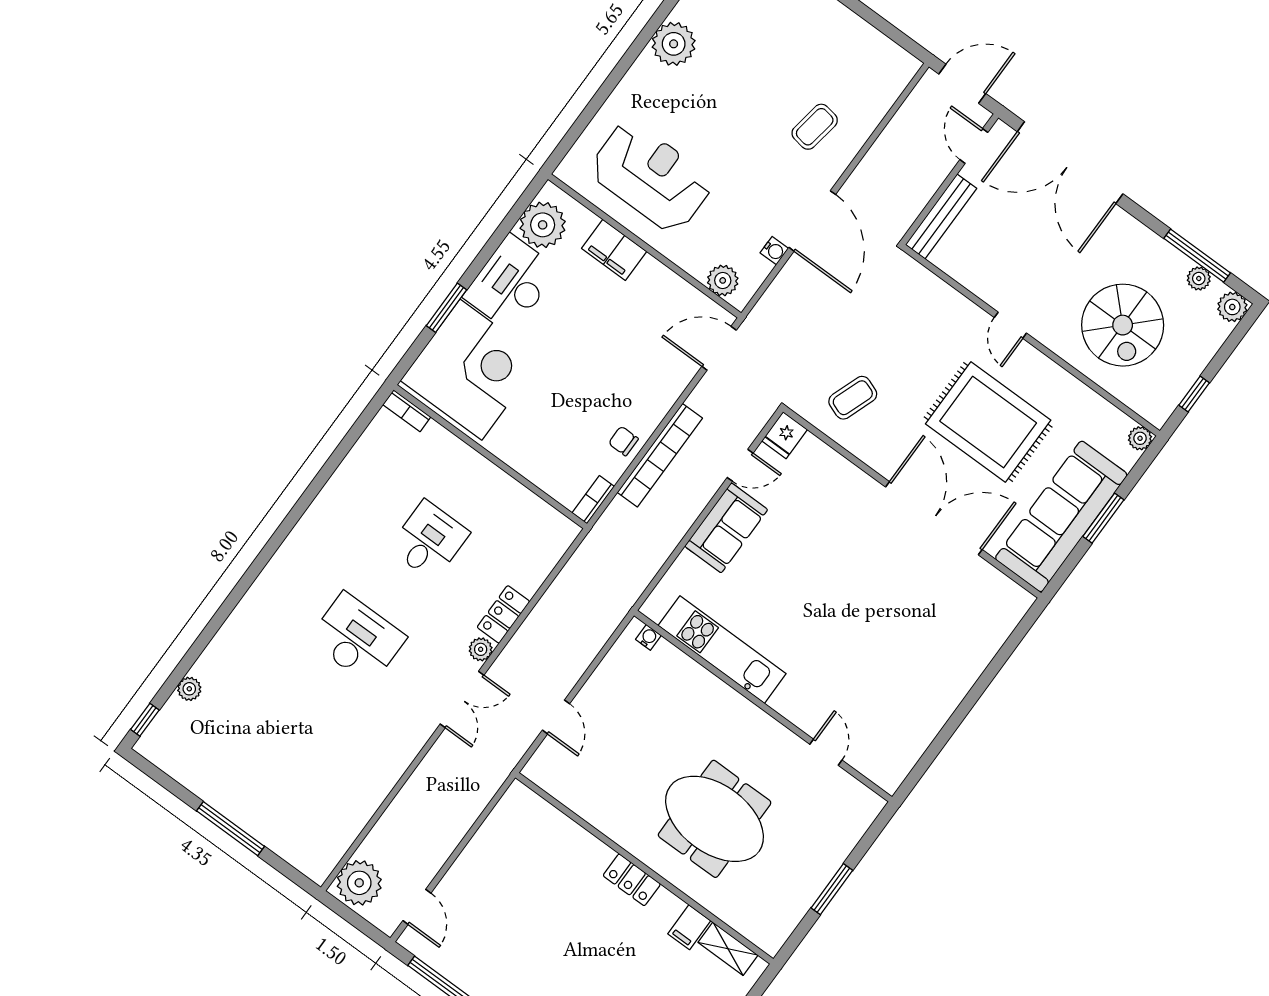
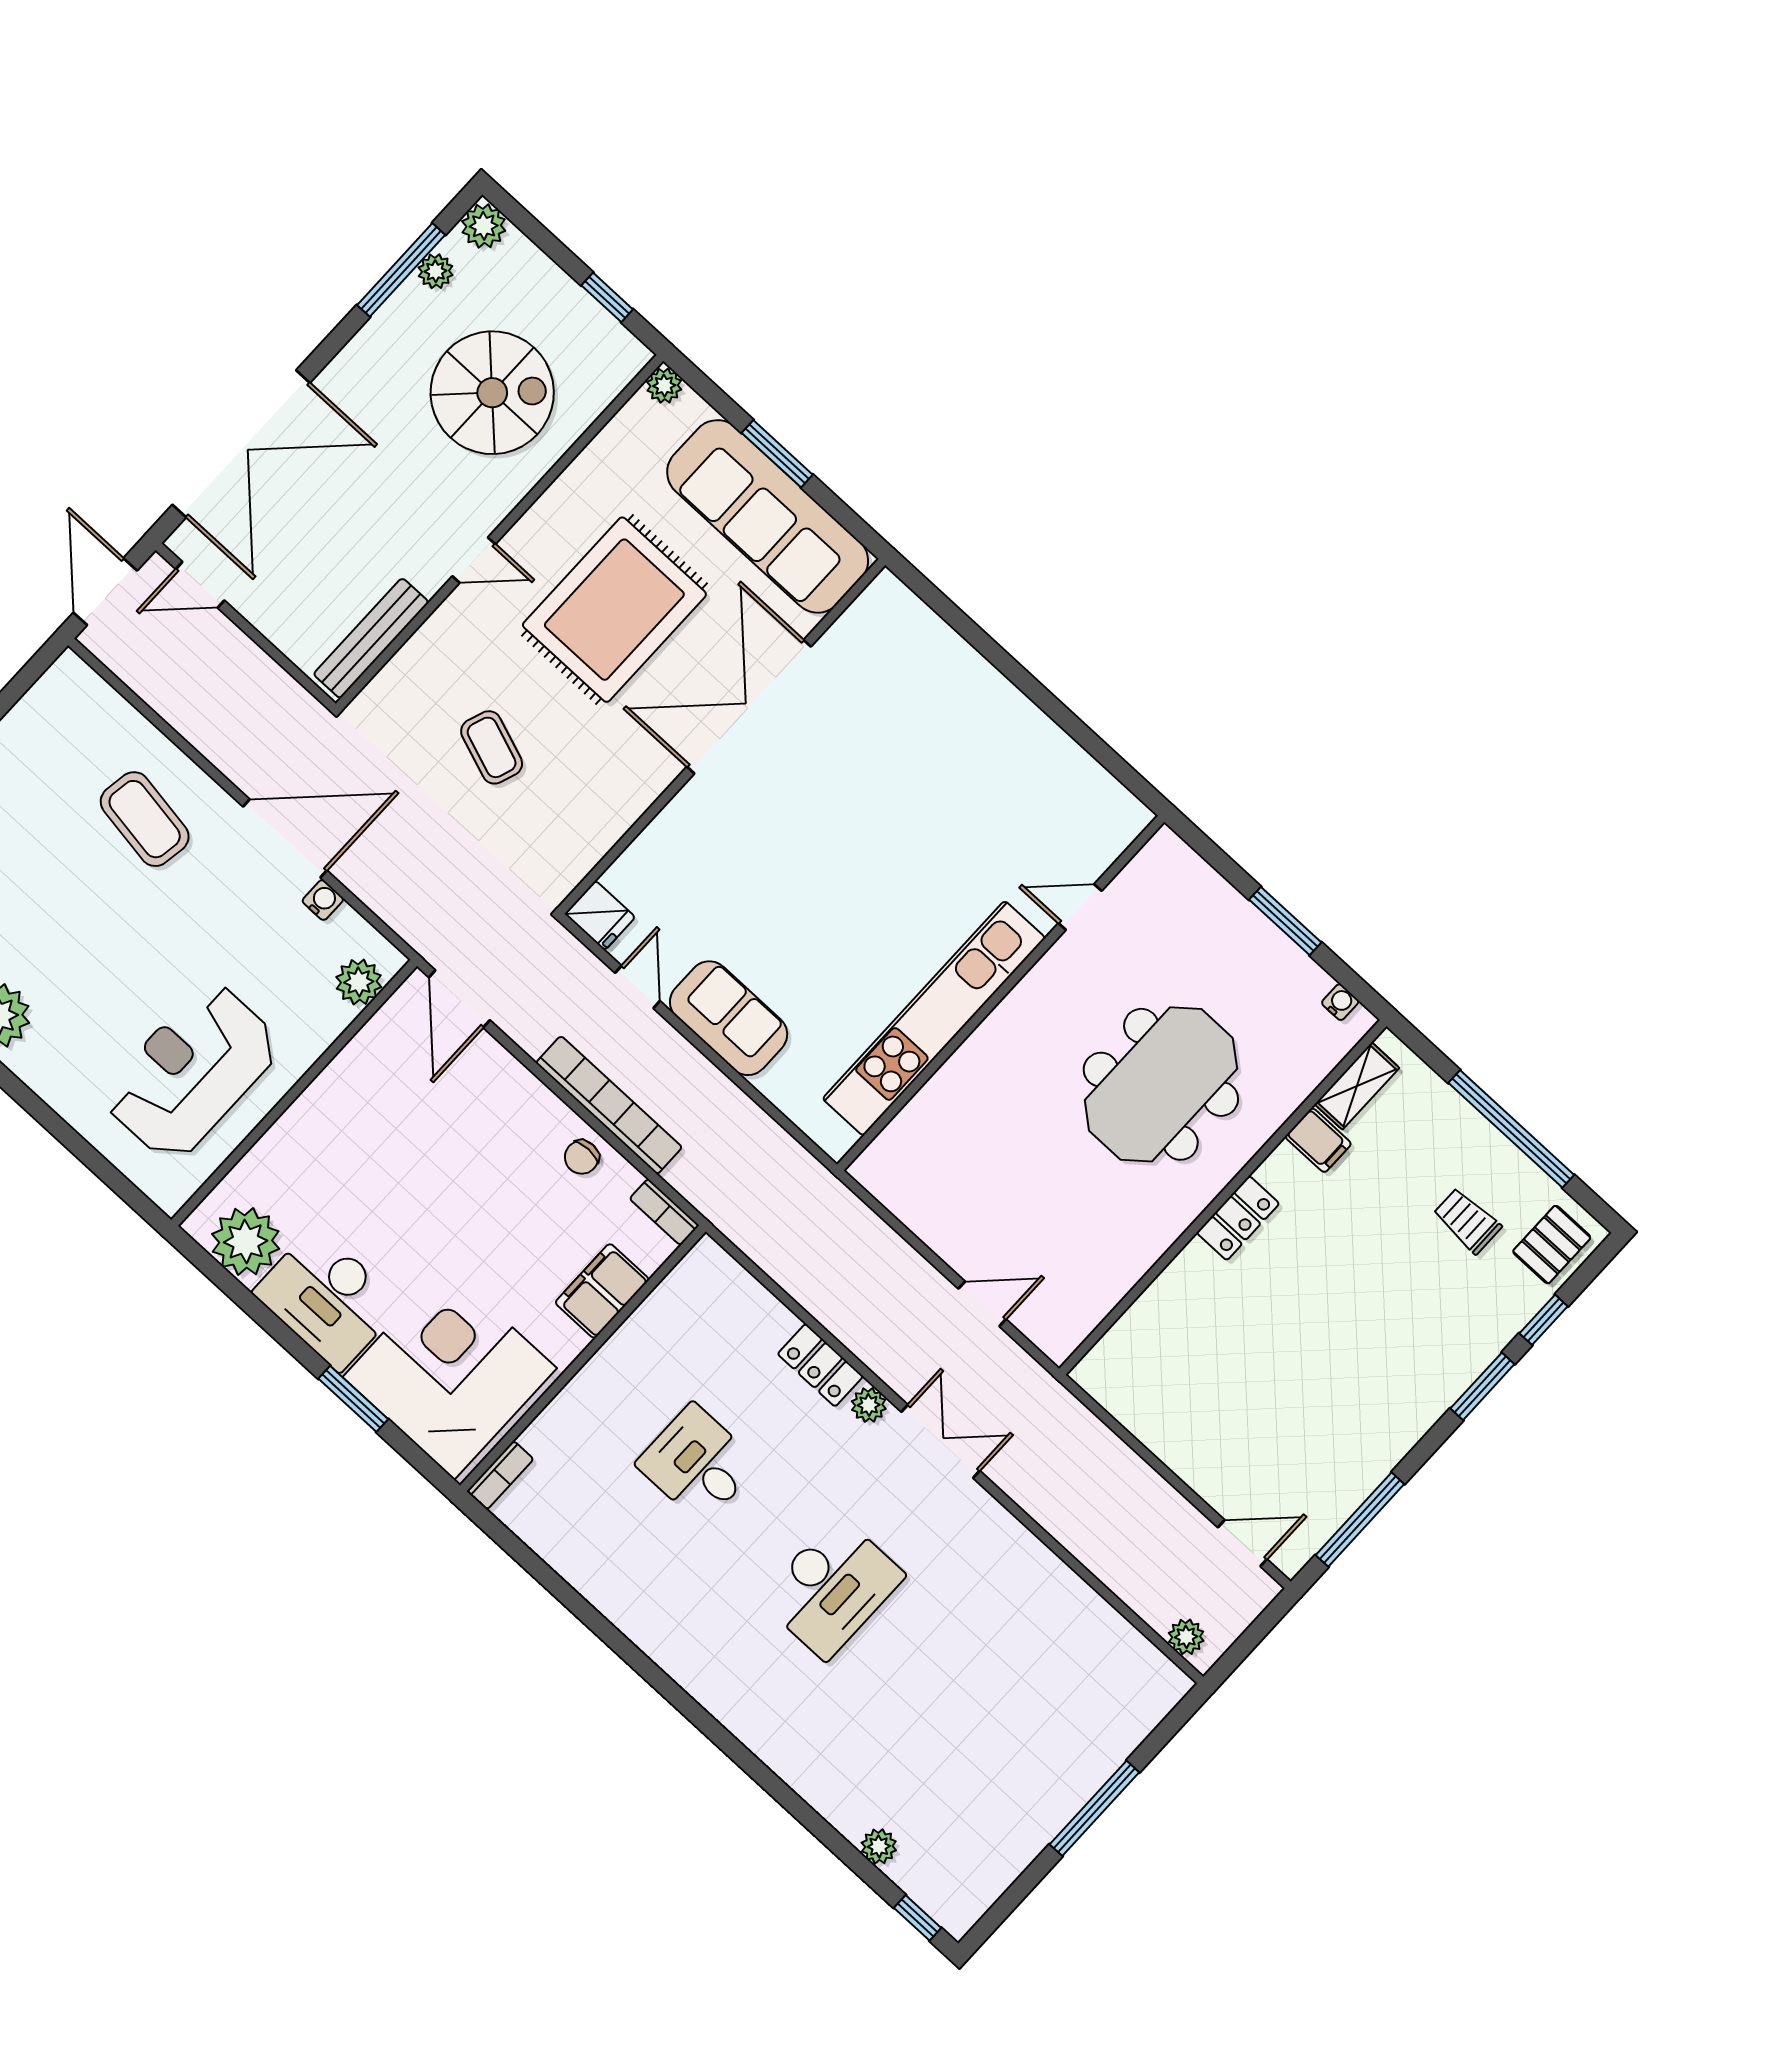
coffee table: (815, 127) -> (145, 819), width x1.36, depth x1.30
bench: (941, 217) -> (371, 638), moved, turned 90
filing cabinet: (614, 250) -> (602, 1291), moved, turned 180
coffee table: (853, 398) -> (492, 747), moved
water cooler: (648, 637) -> (1340, 1002), moved, turned 90
desk: (357, 639) -> (832, 1587), turned 180
kitchen unit: (722, 650) -> (934, 1018), width x1.36
plant: (359, 883) -> (1186, 1637), width x0.53, depth x0.53

